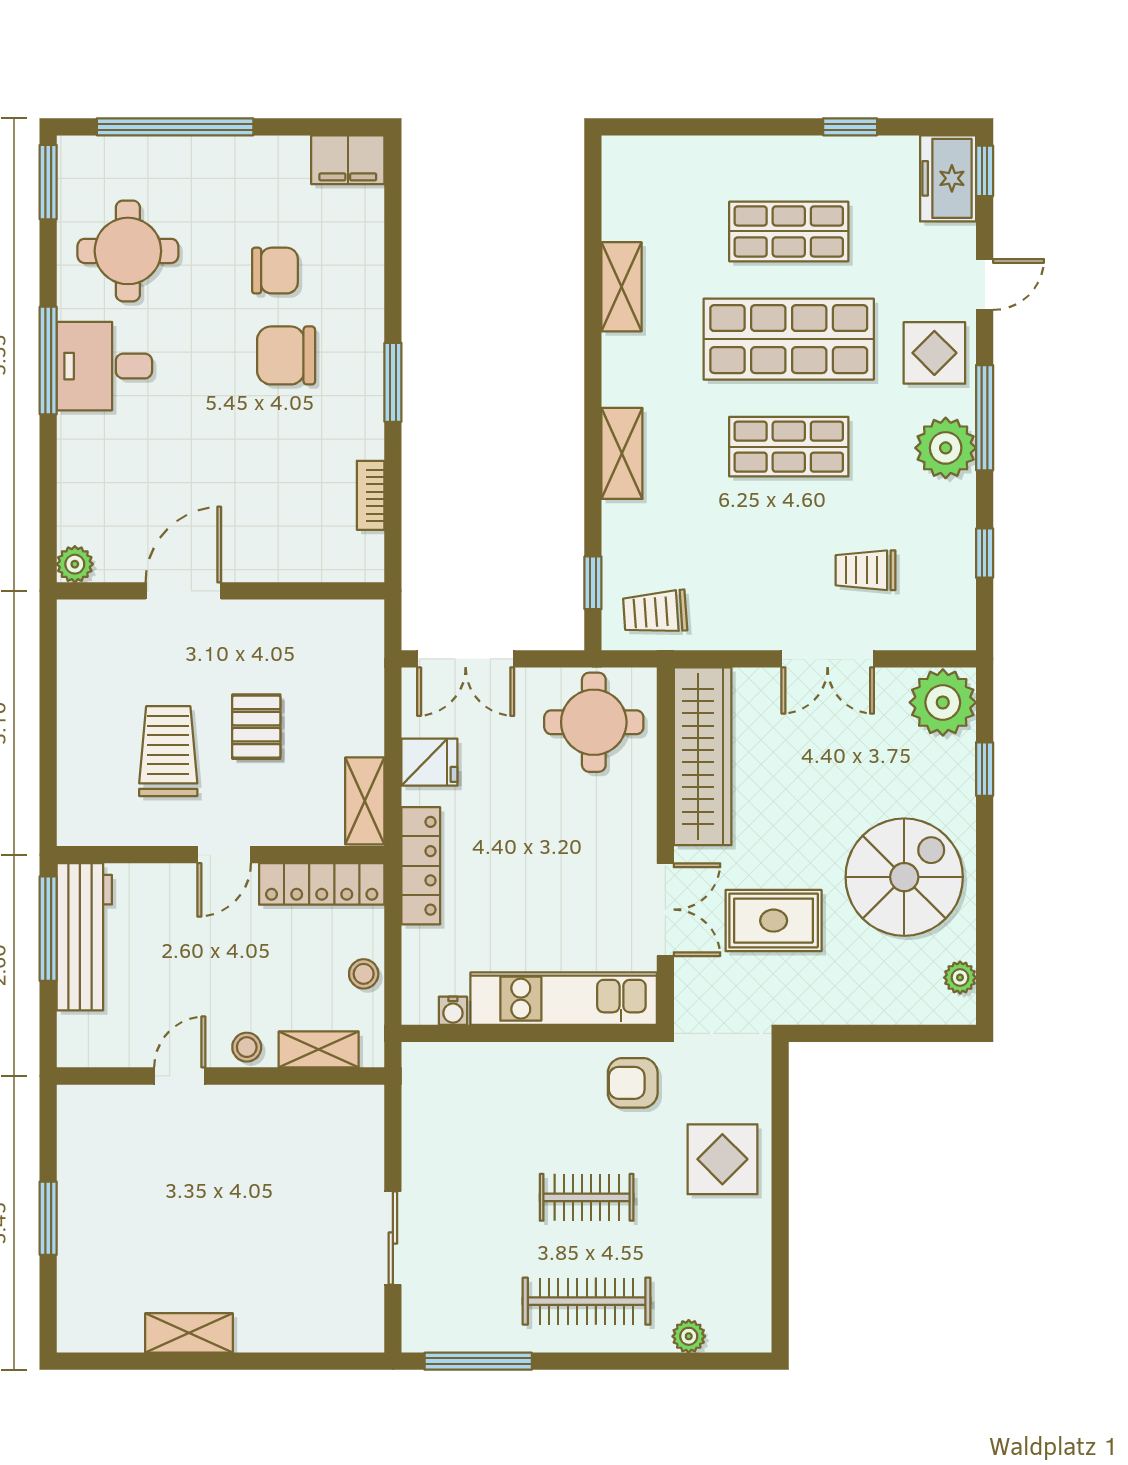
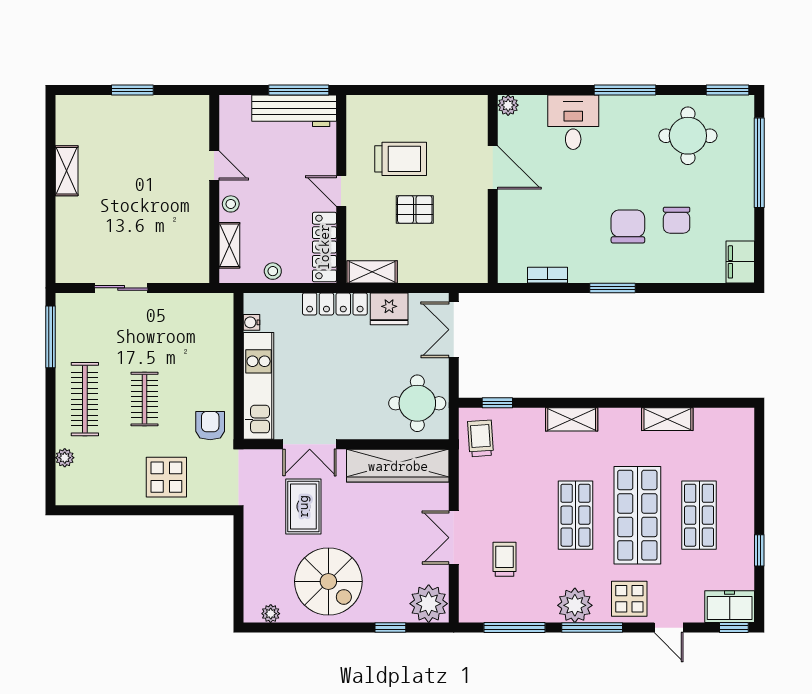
desk: (104, 366) -> (573, 122), moved
window: (985, 553) -> (514, 628), width x2.17
fridge: (429, 762) -> (389, 309), width x1.38

